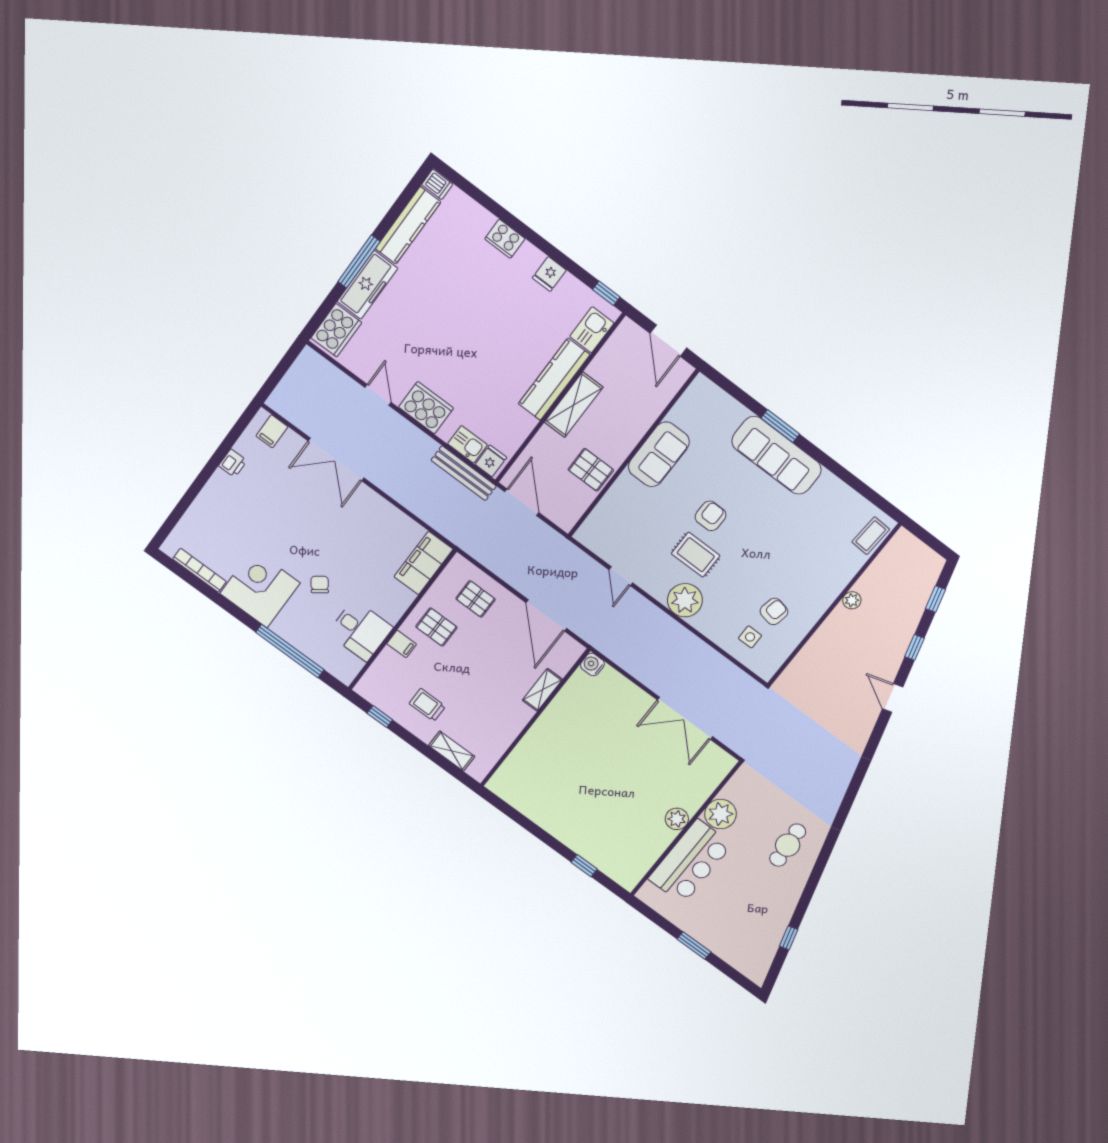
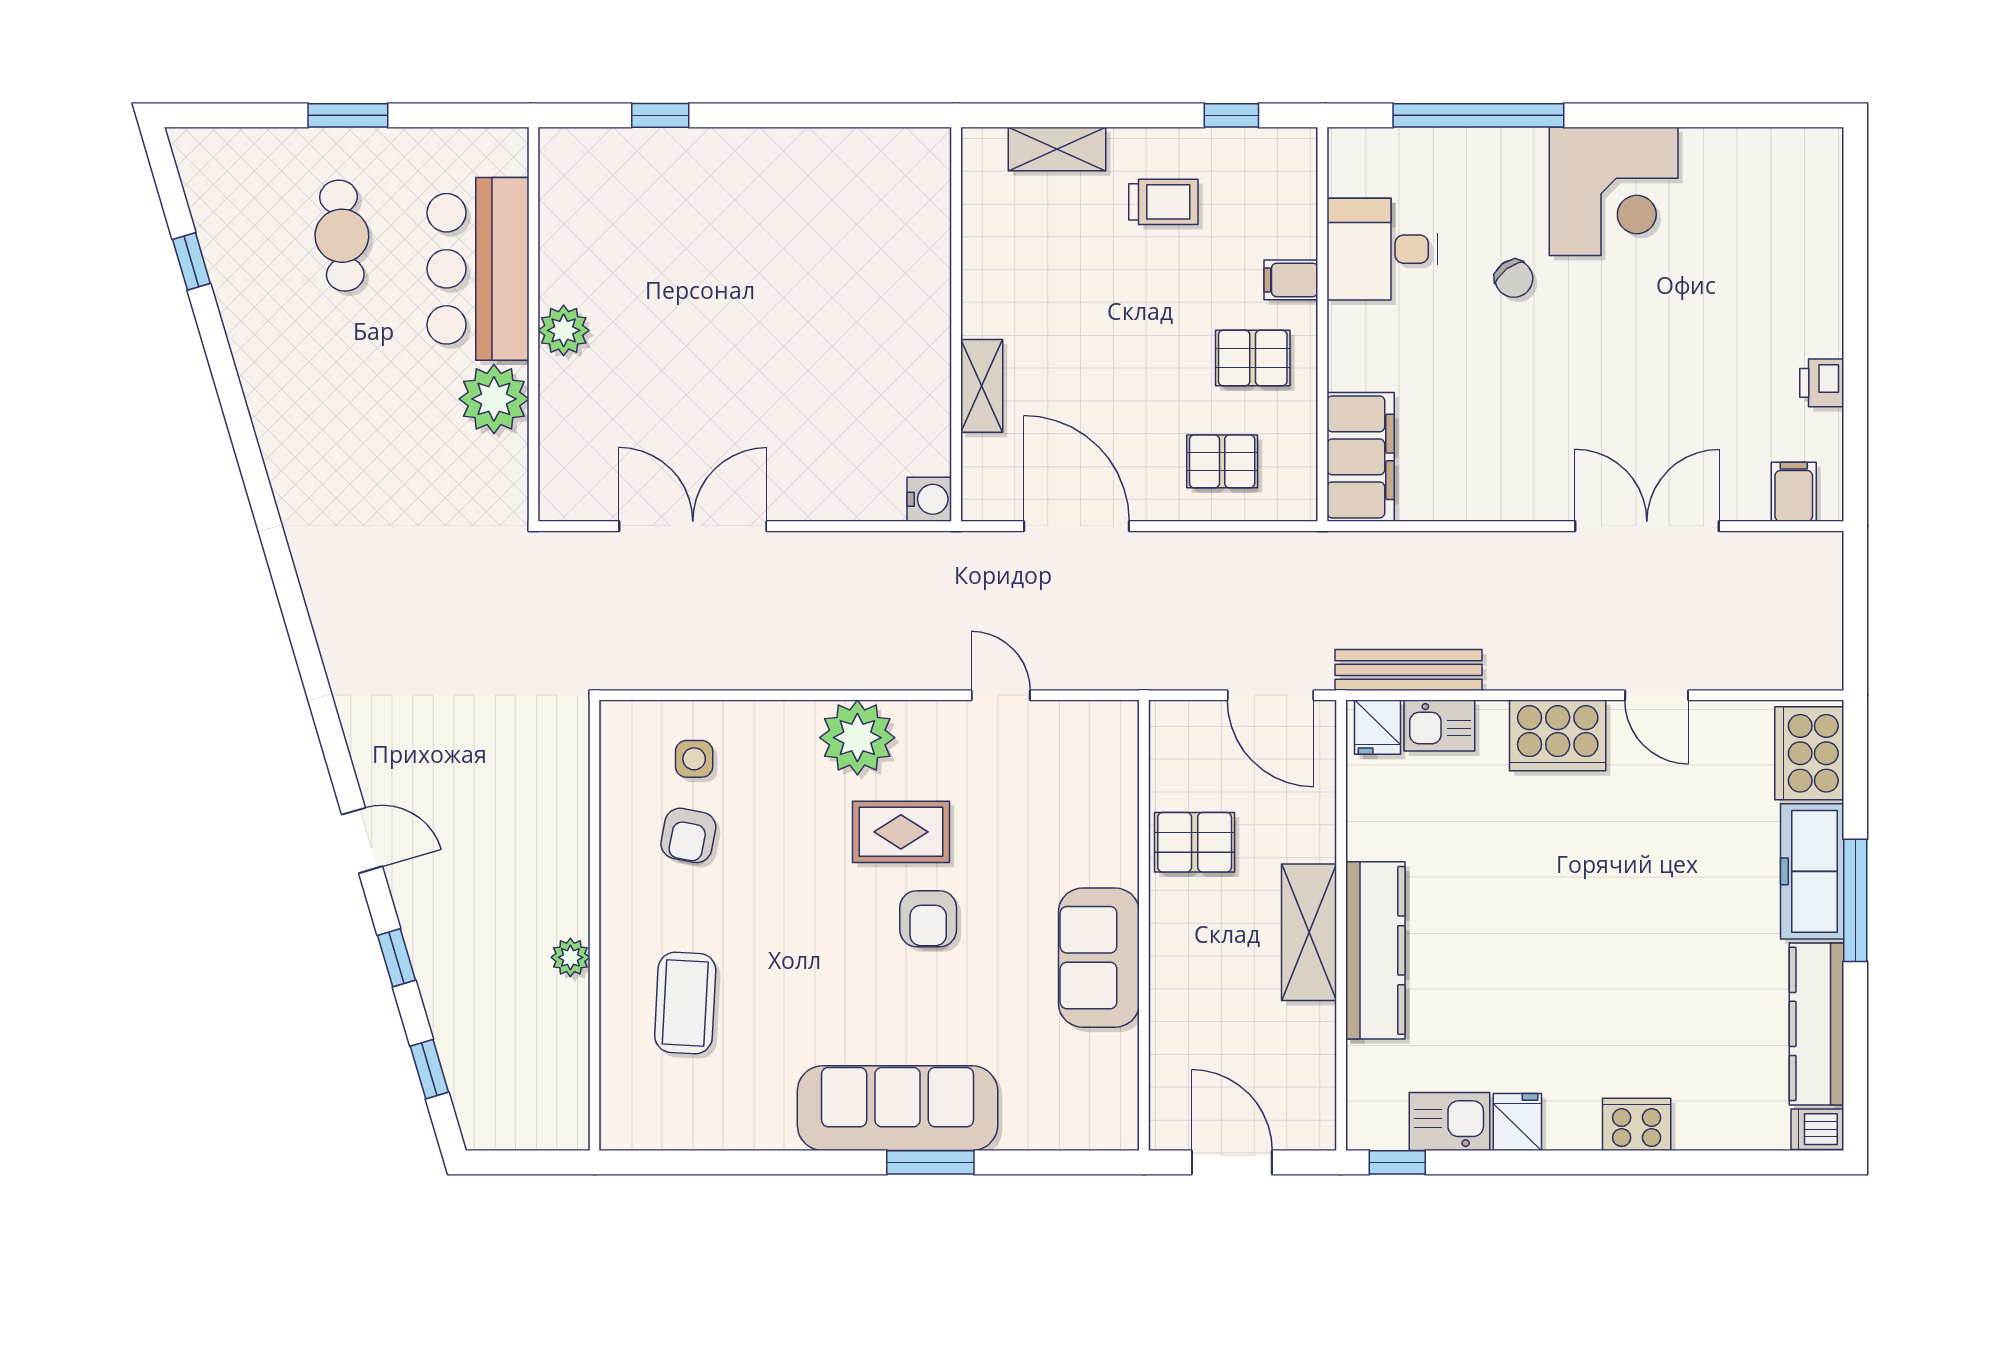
kitchen sink: (592, 330) -> (1450, 1122), moved, turned -90
coffee table: (871, 536) -> (685, 1003), moved, width x1.36, depth x1.30
bookcase: (199, 570) -> (1744, 143), removed
cafe table: (788, 845) -> (342, 236), moved

